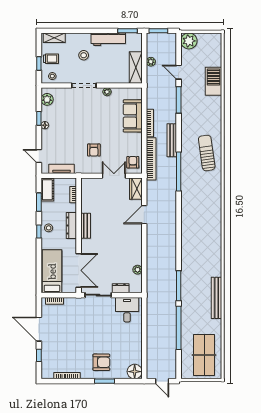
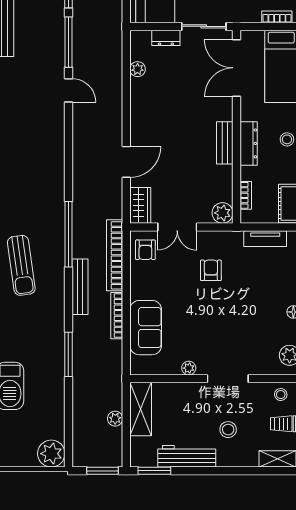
door: (179, 72) -> (68, 90), moved
plant: (87, 184) -> (222, 213), added

